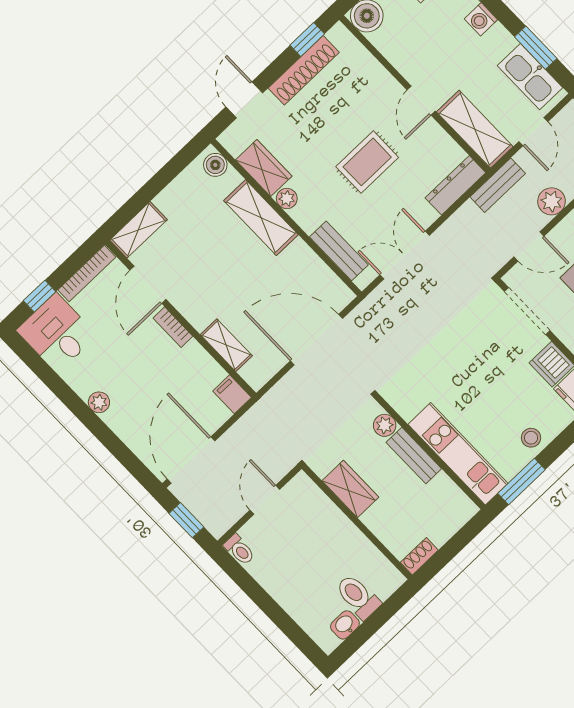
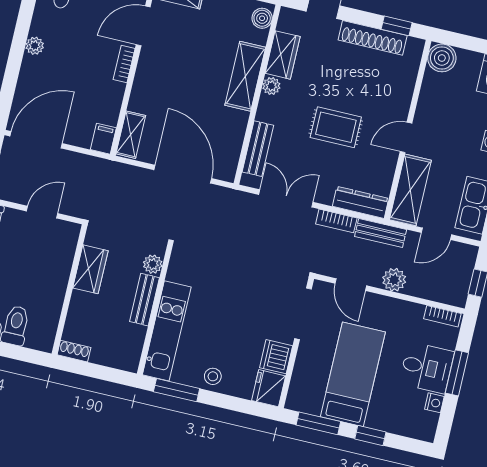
bookcase: (458, 220) -> (336, 221), added
shelving: (226, 345) -> (131, 135), moved

